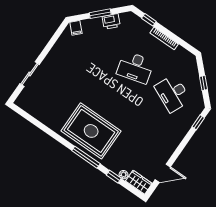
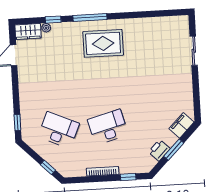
filing cabinet: (76, 28) -> (181, 125), width x2.00
window: (204, 83) -> (48, 167), moved
rug: (91, 131) -> (103, 43), width x0.73, depth x0.69

